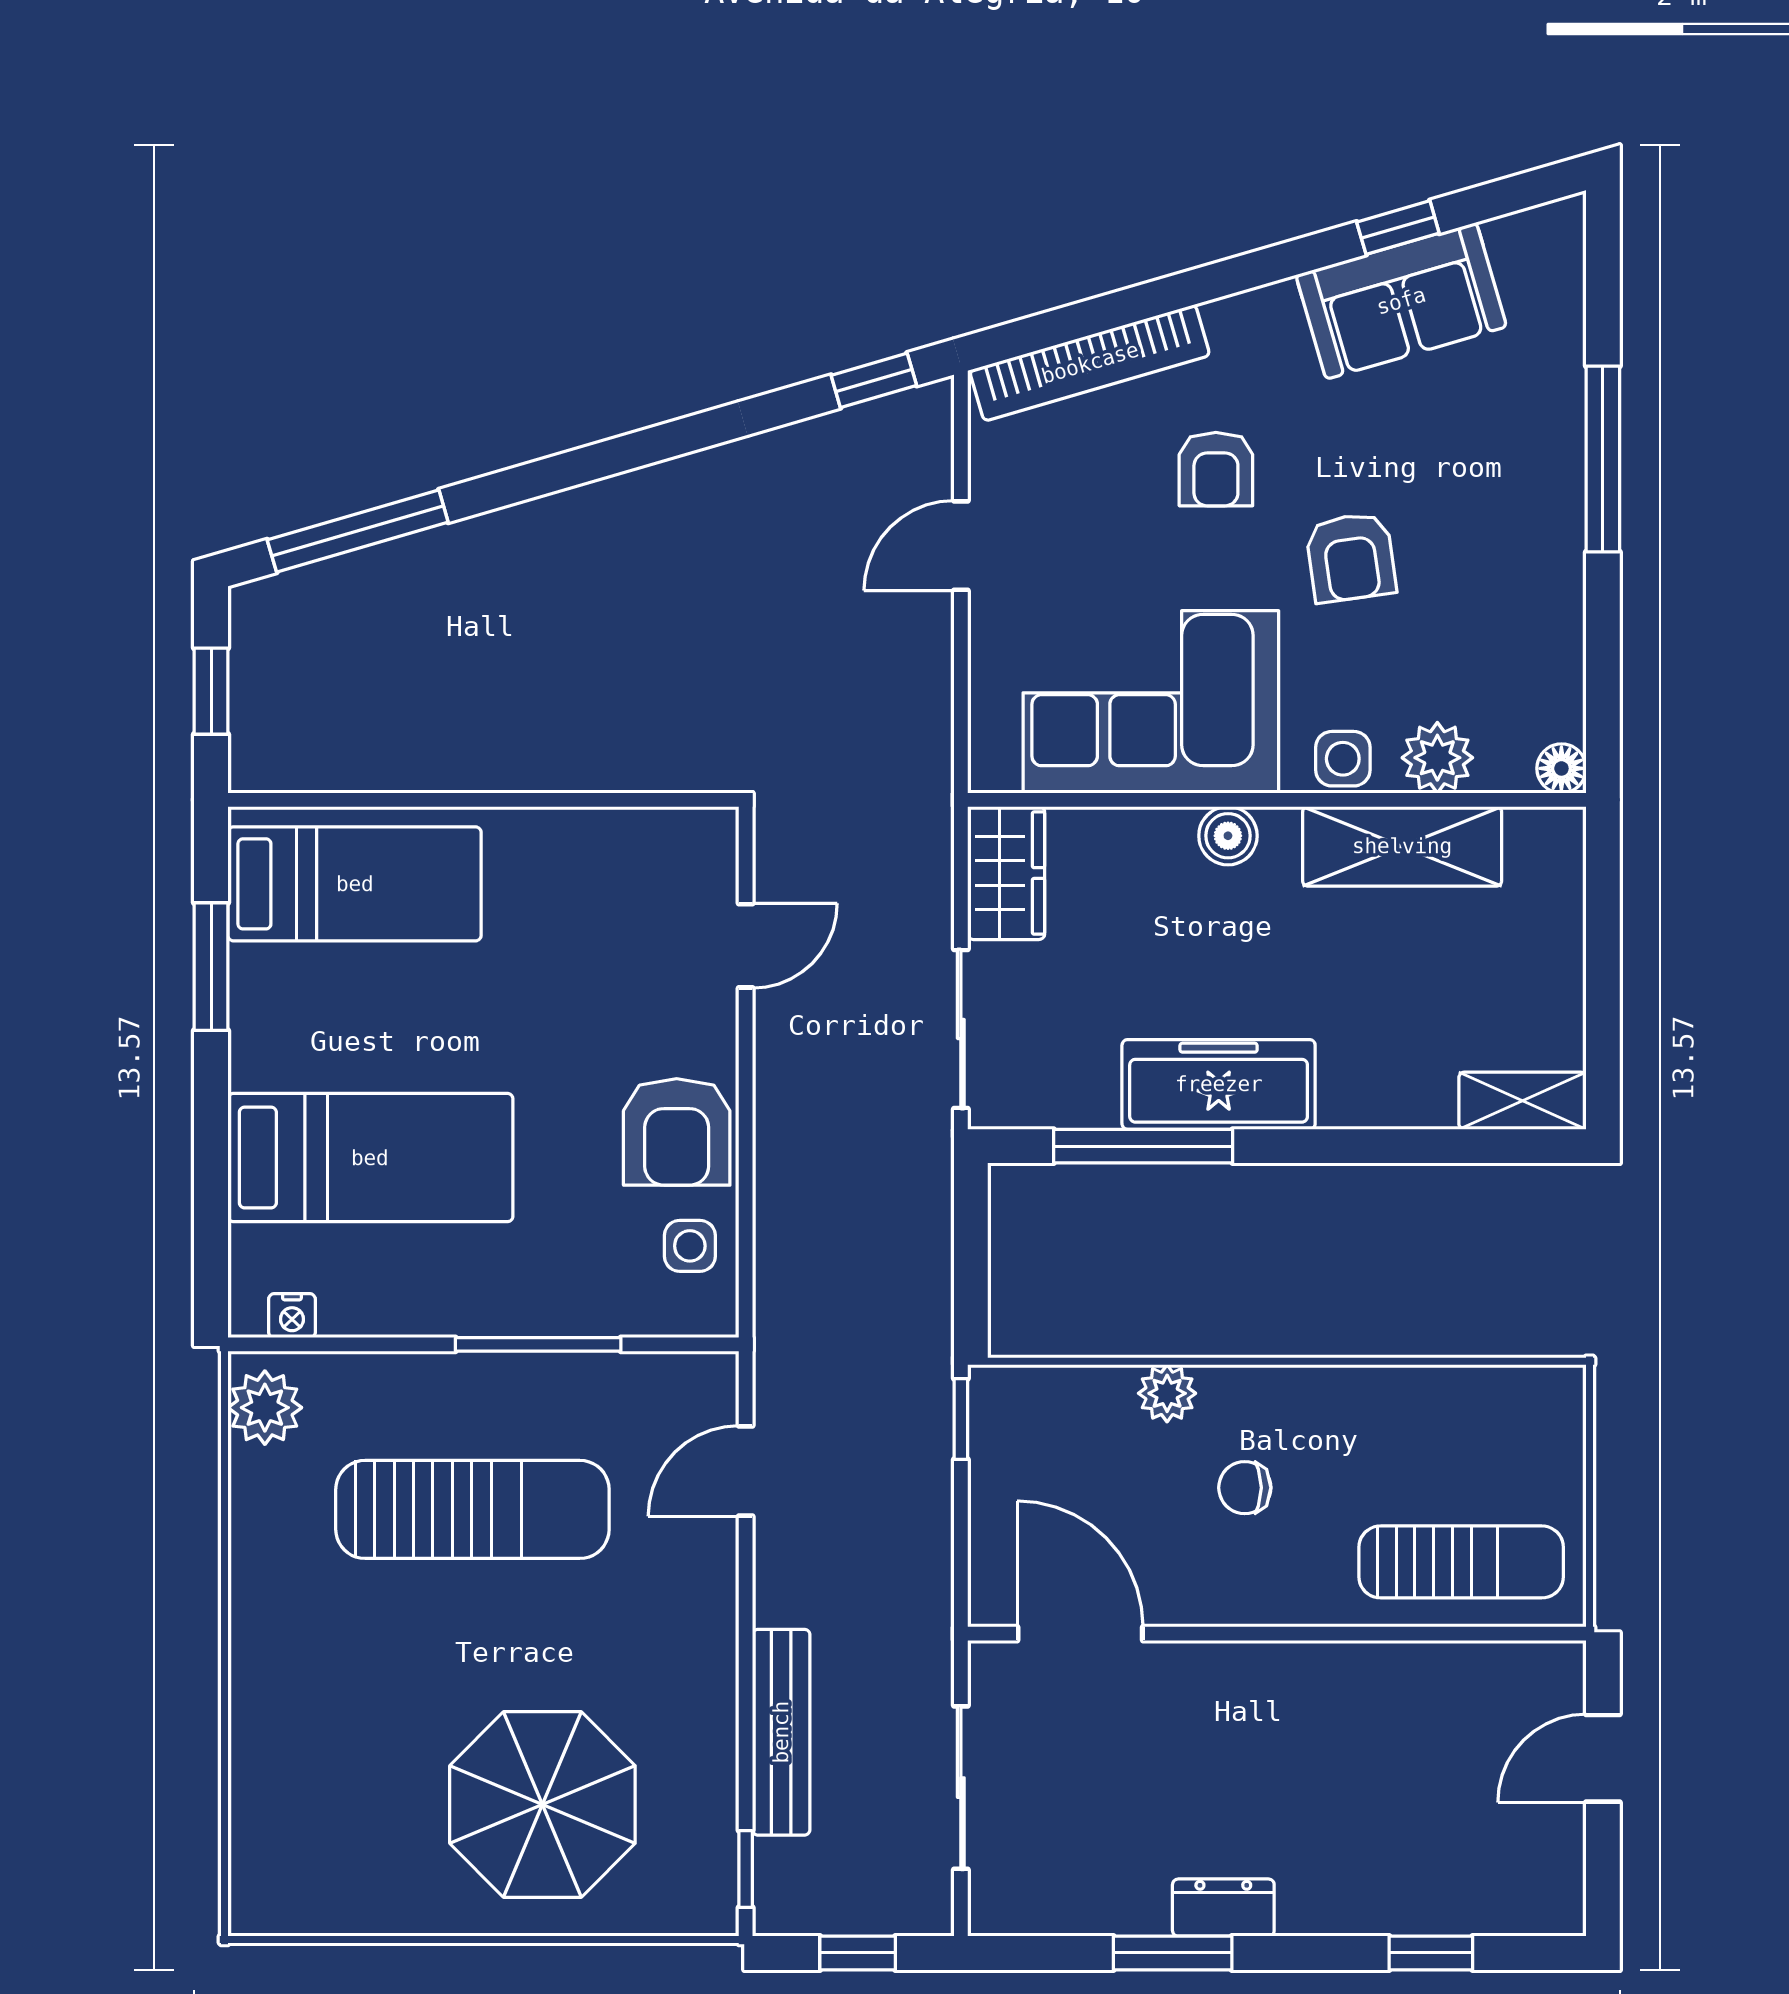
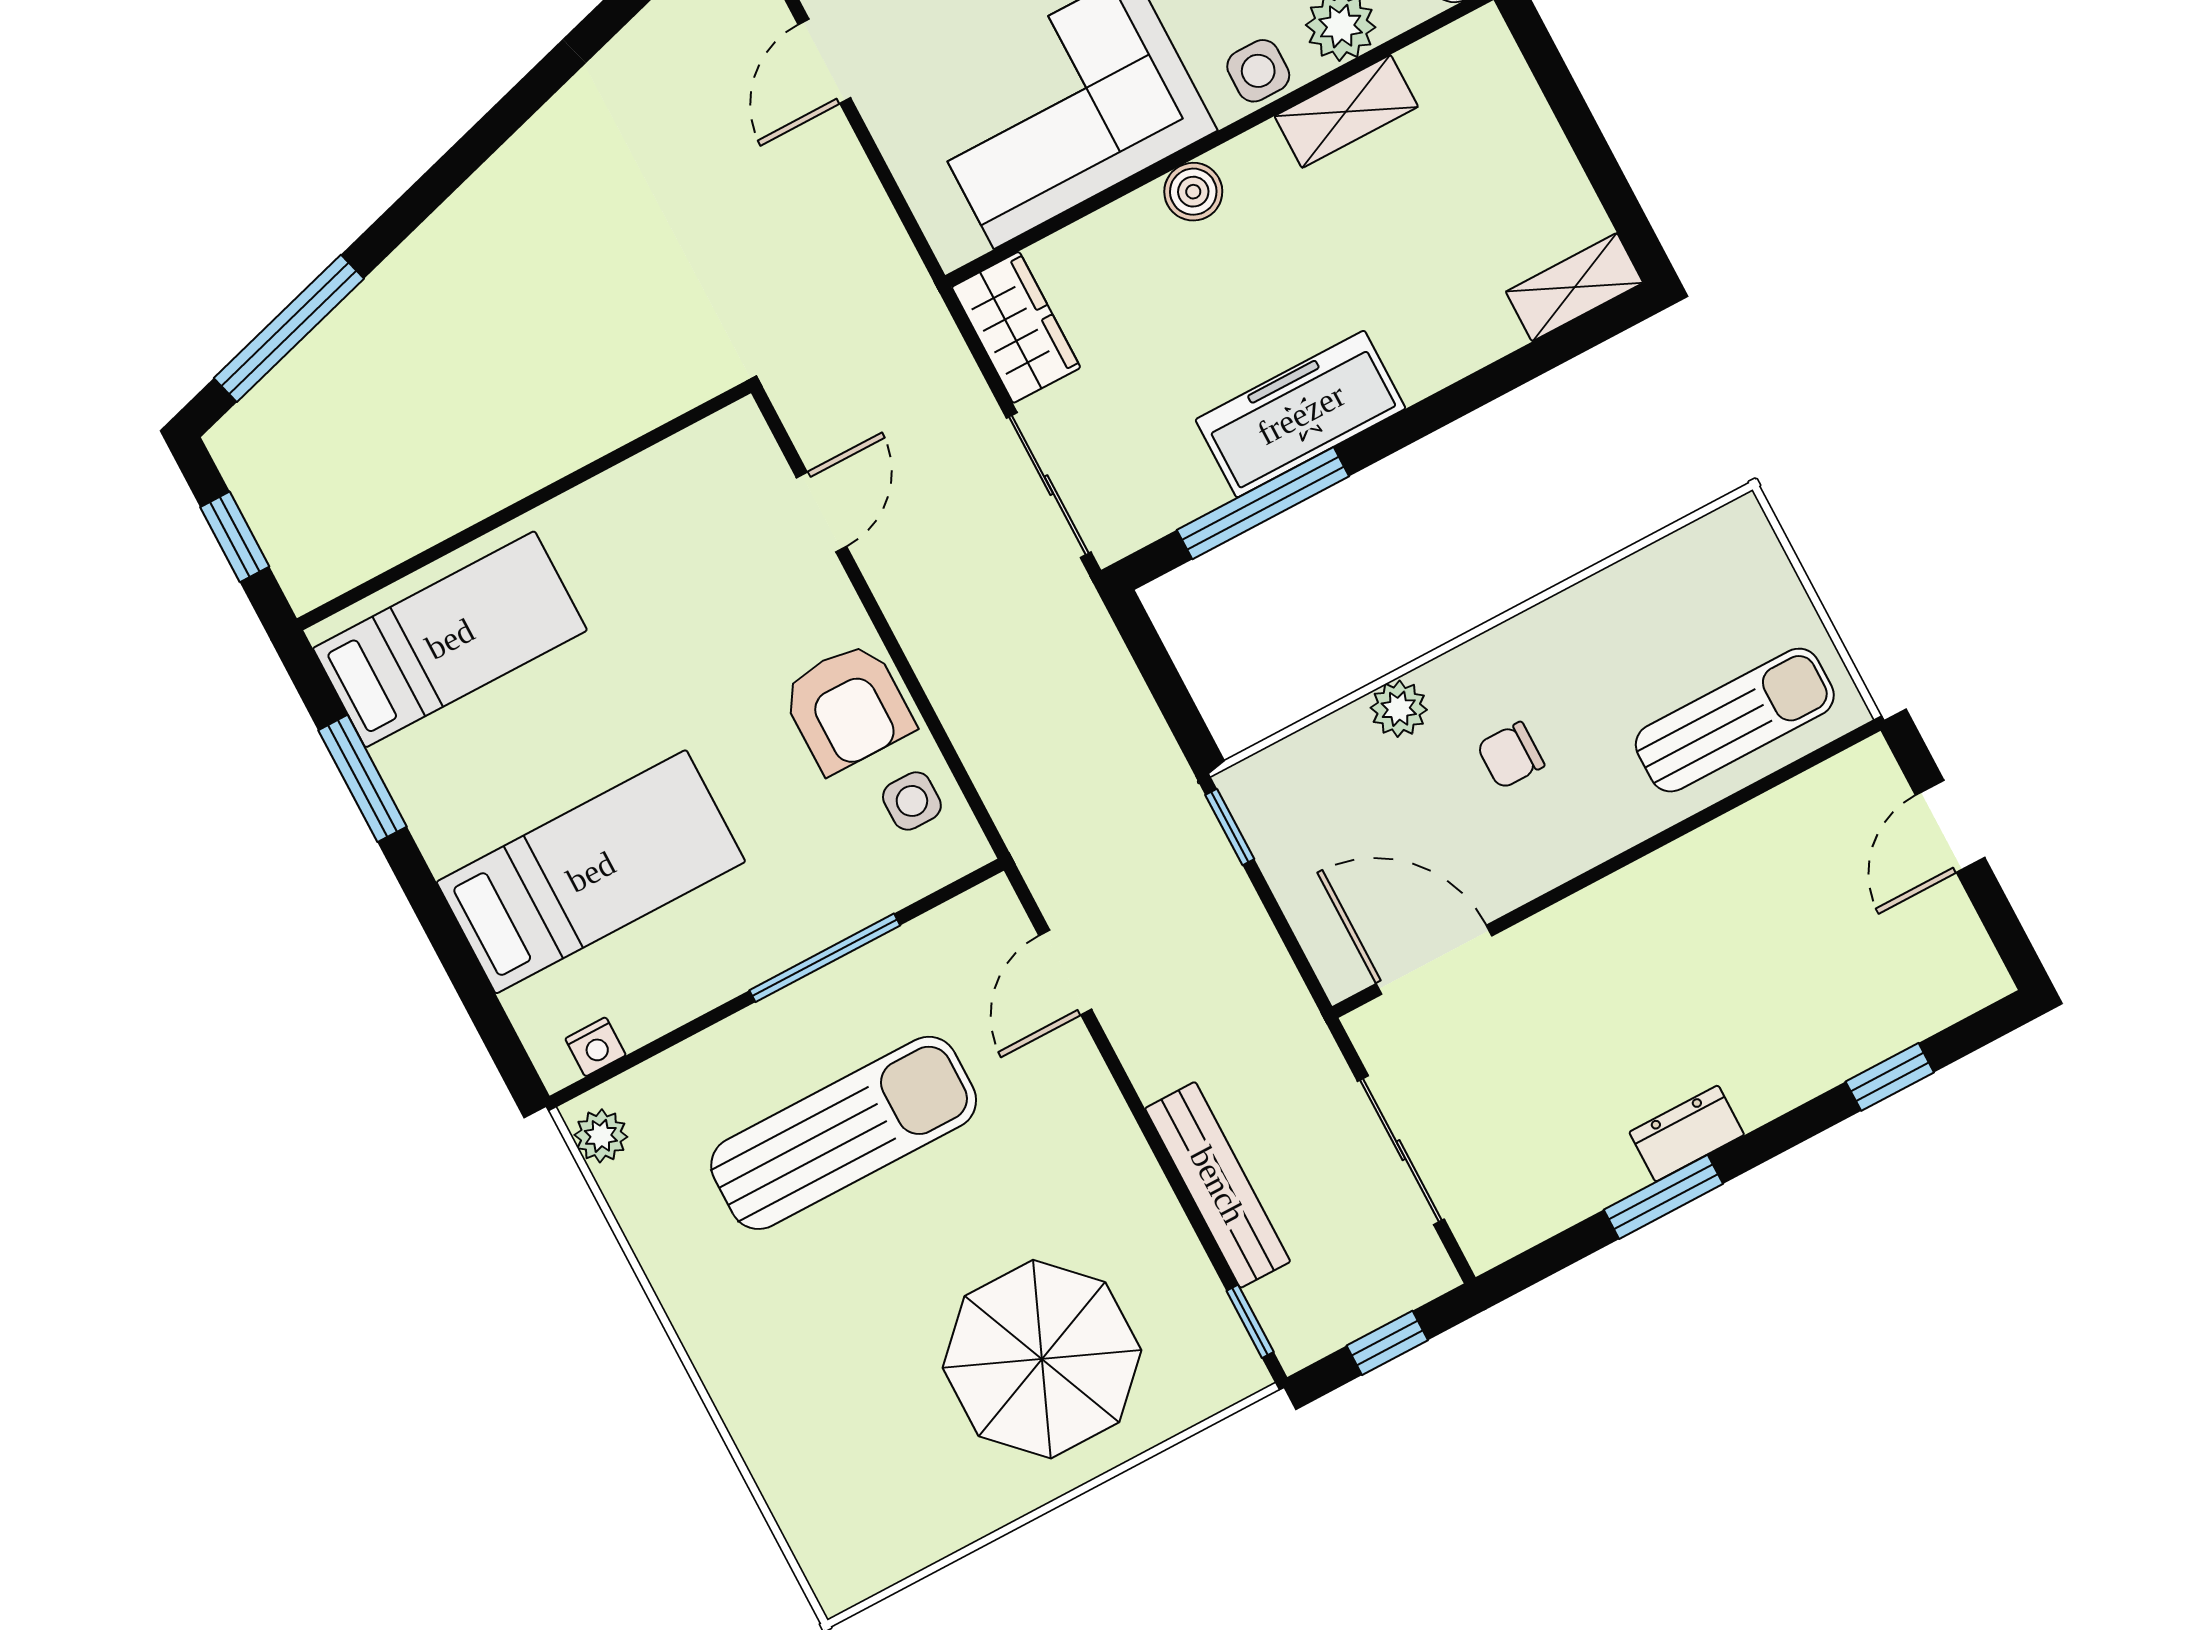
shelving: (1402, 846) -> (1346, 111), width x0.67, depth x0.75
plant: (265, 1408) -> (601, 1136), width x0.73, depth x0.73

